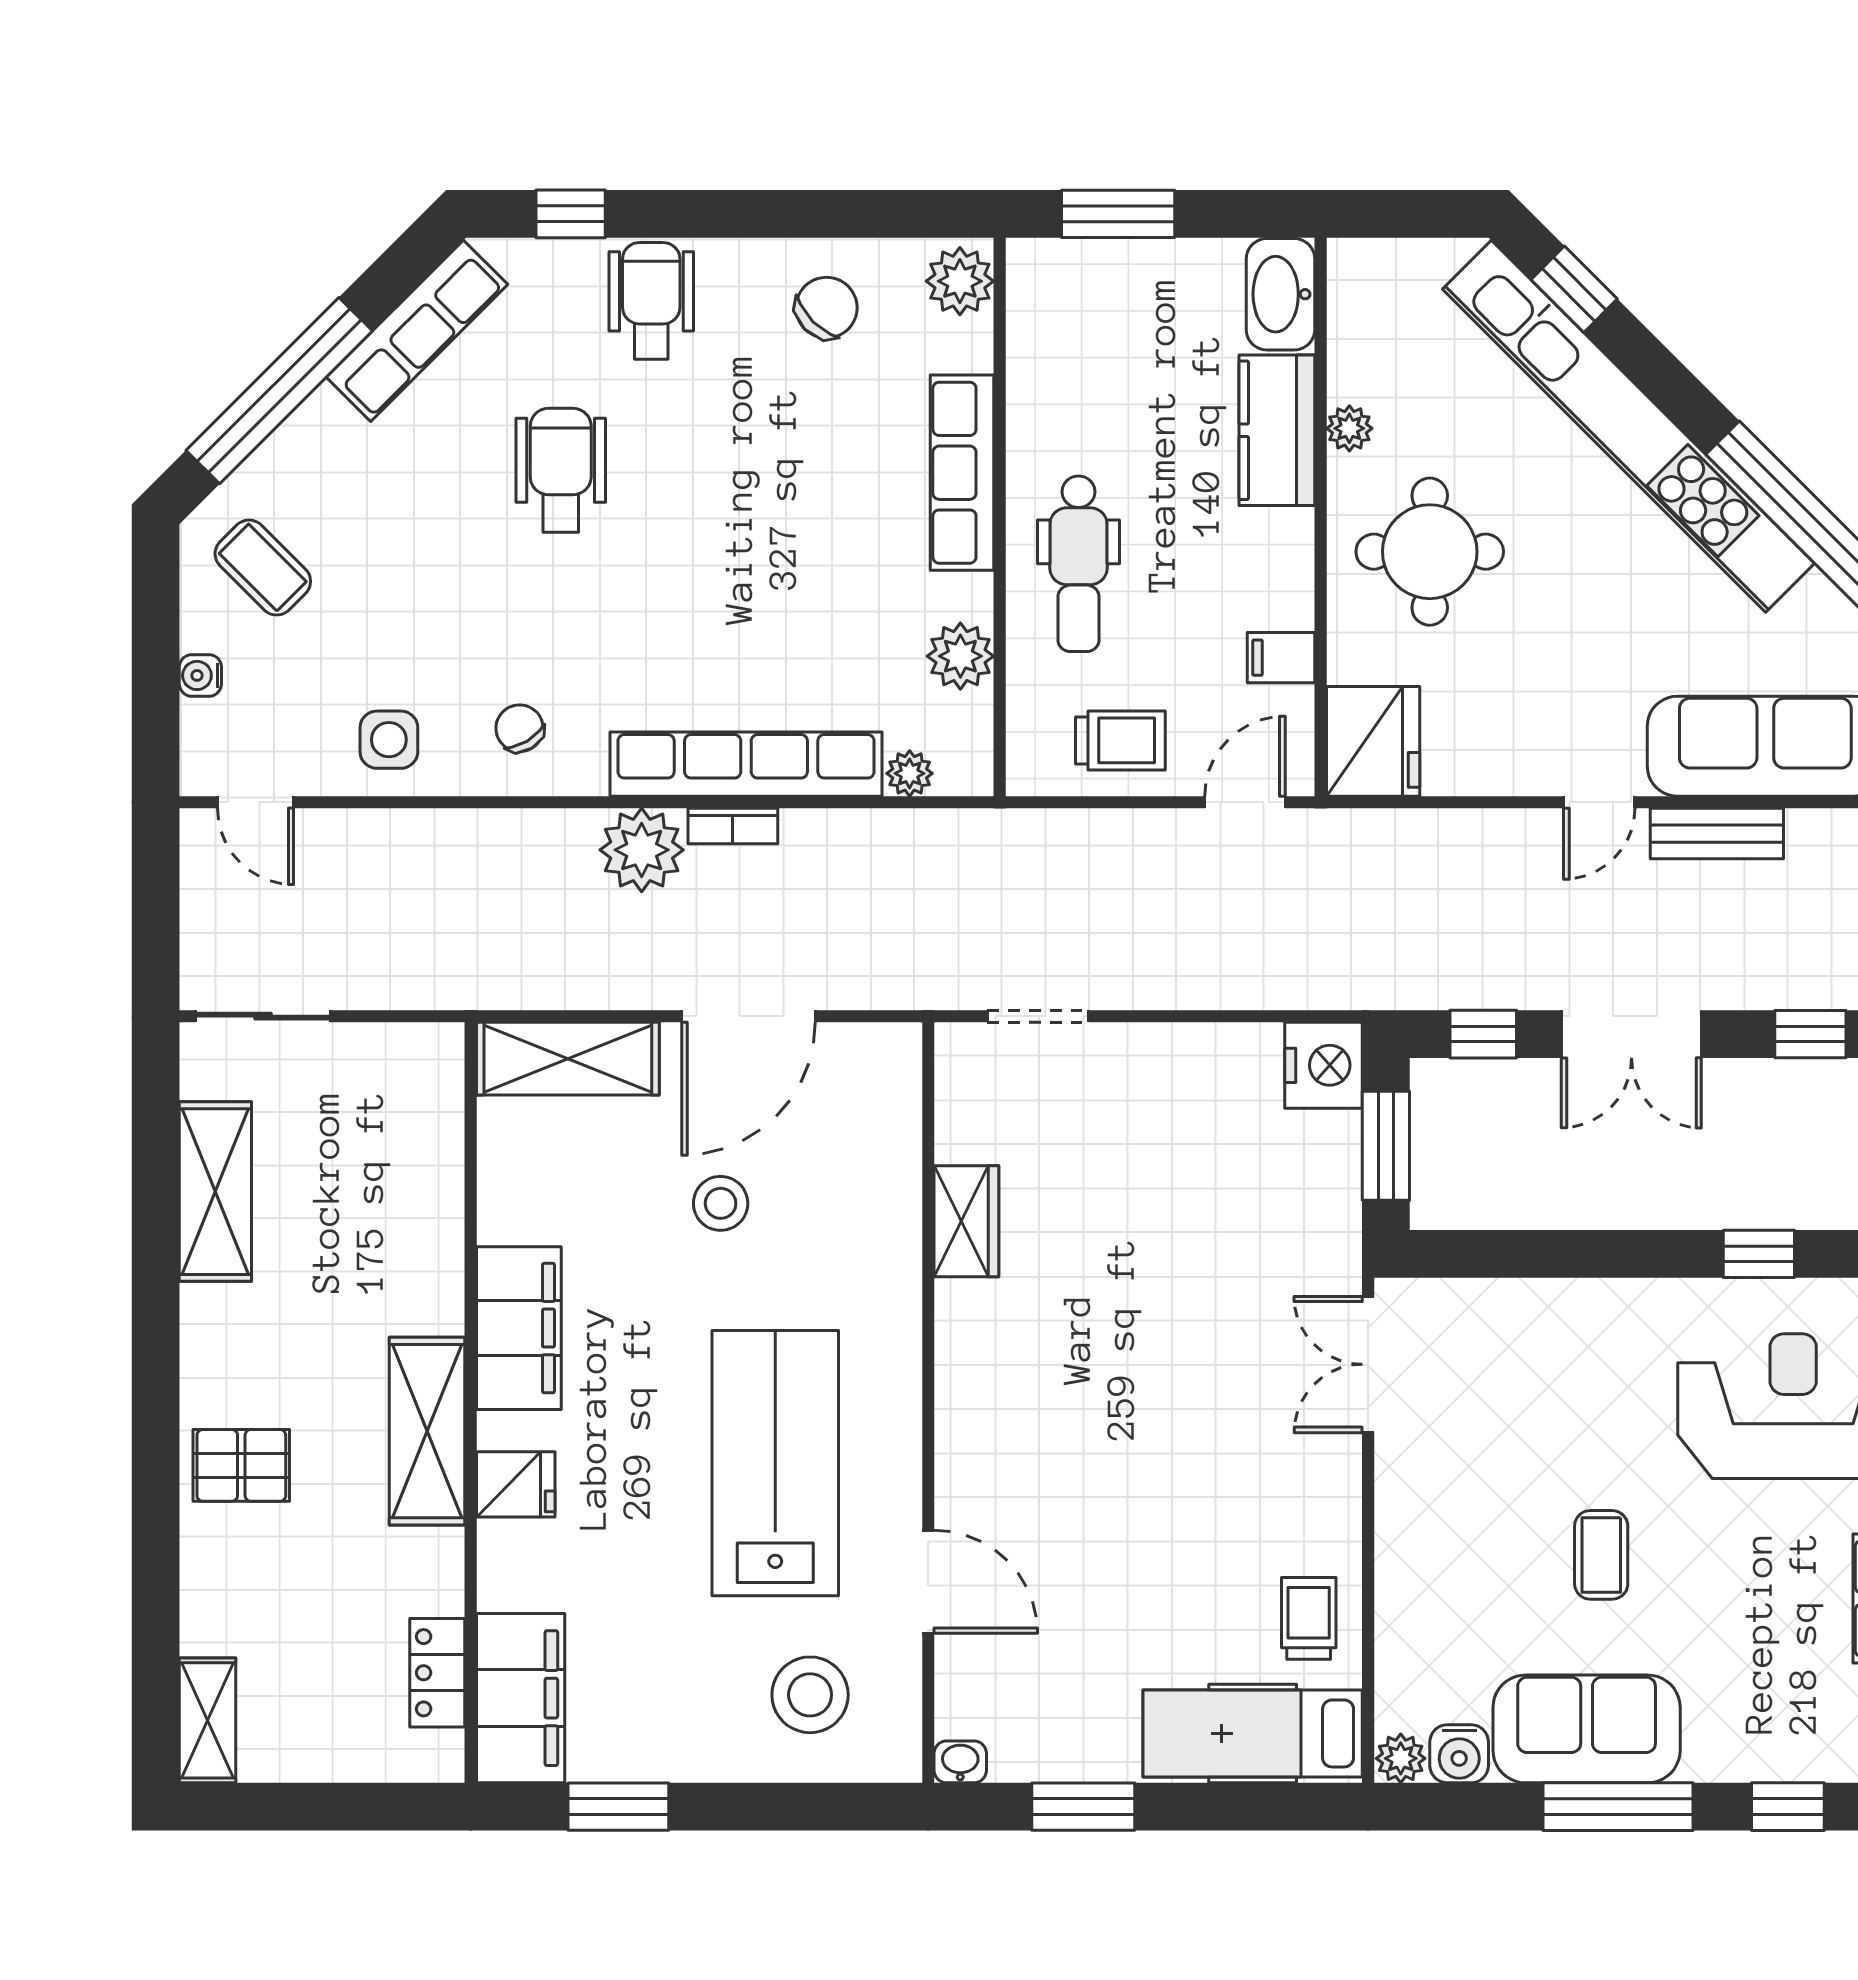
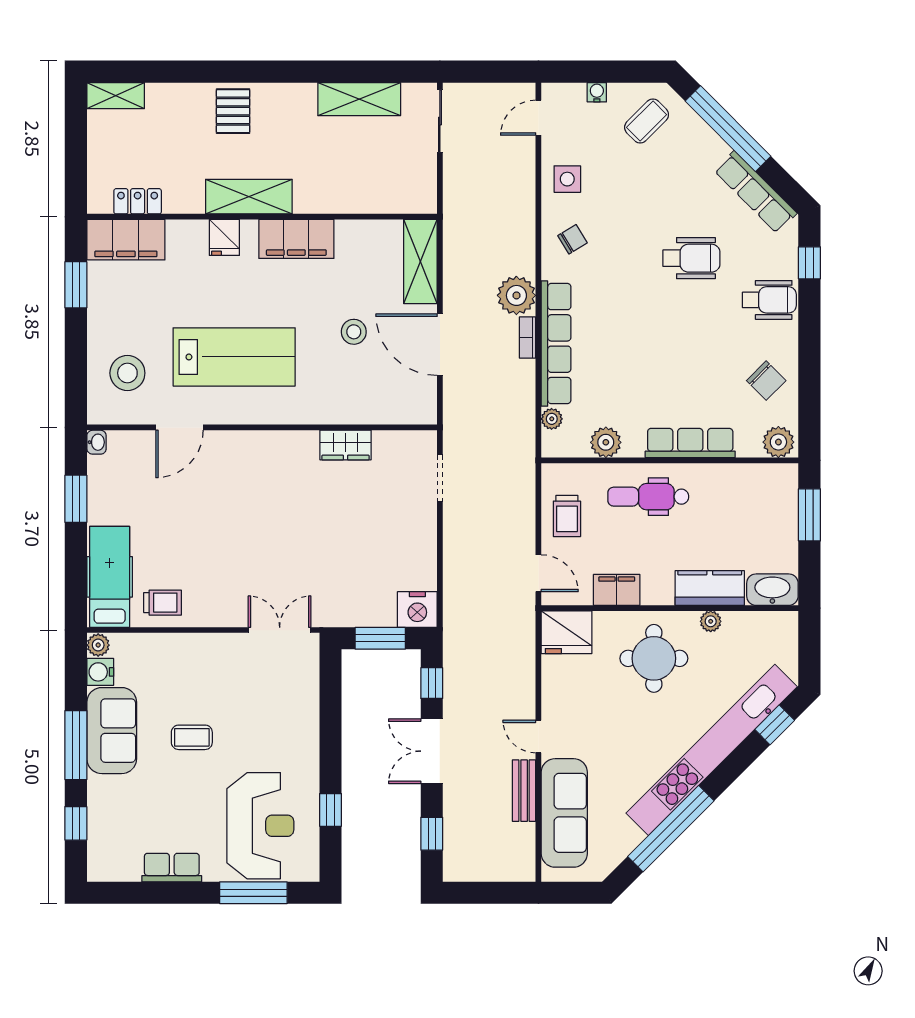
filing cabinet: (1281, 658) -> (617, 590), width x2.00

